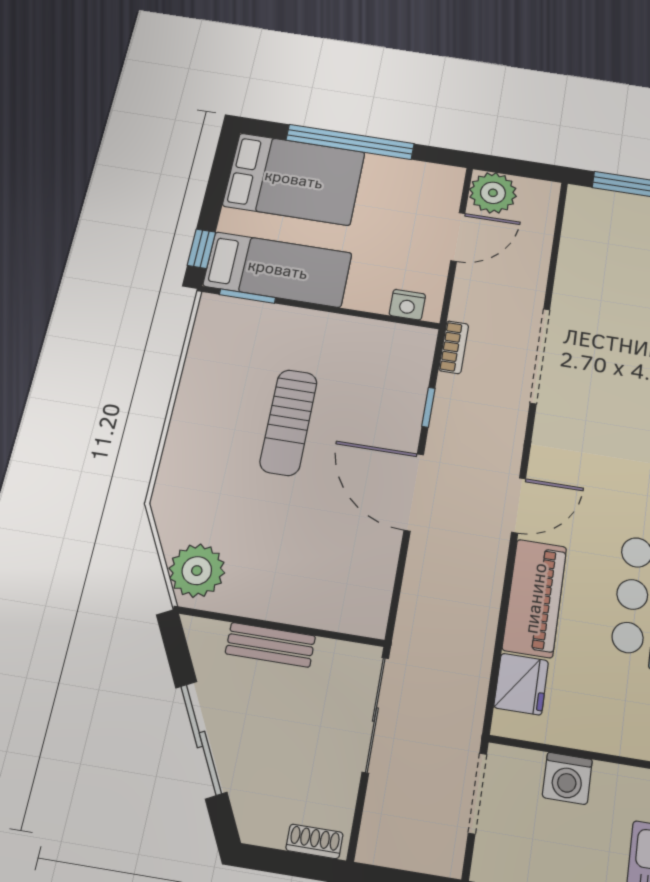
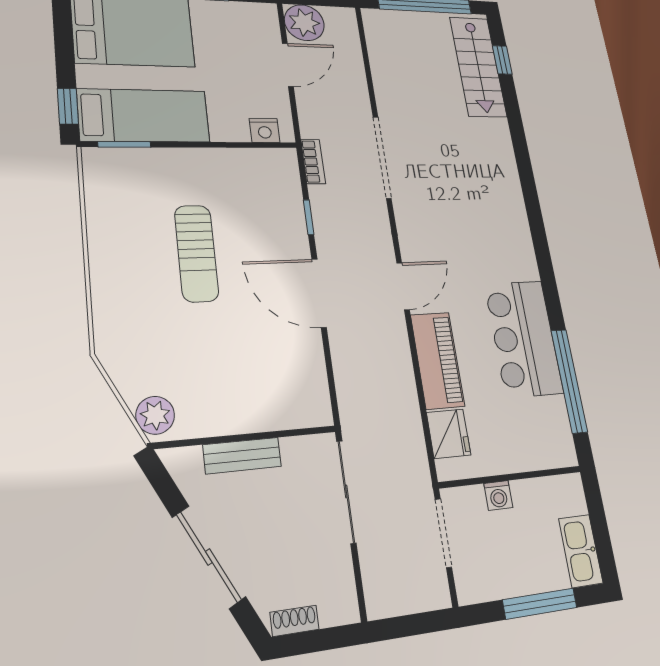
plant: (197, 571) -> (155, 415), width x0.73, depth x0.73
washing machine: (567, 778) -> (498, 495), width x0.73, depth x0.73
shoe rack: (314, 841) -> (295, 621), moved

